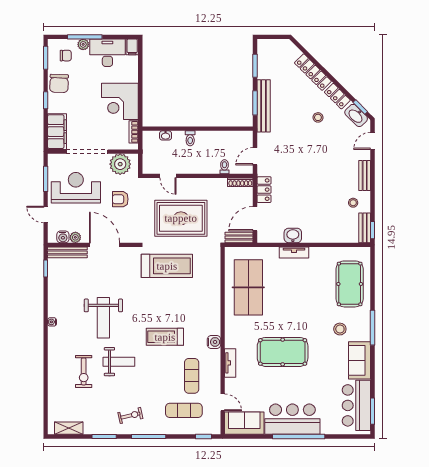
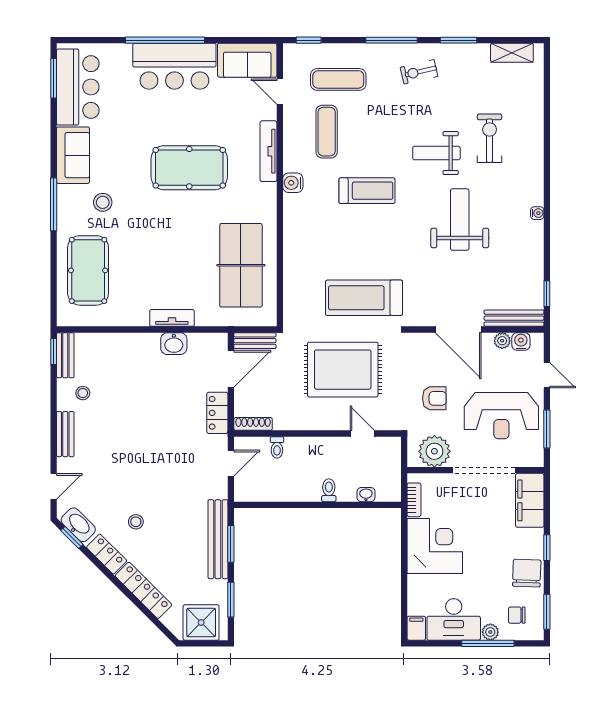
shower: (275, 51) -> (201, 622), added
tv unit: (230, 363) -> (268, 151), width x1.41

